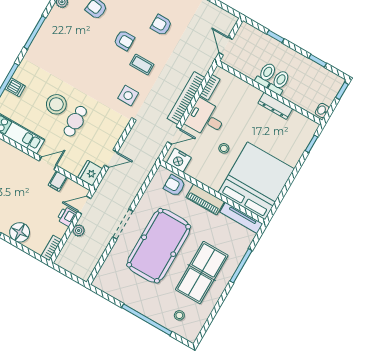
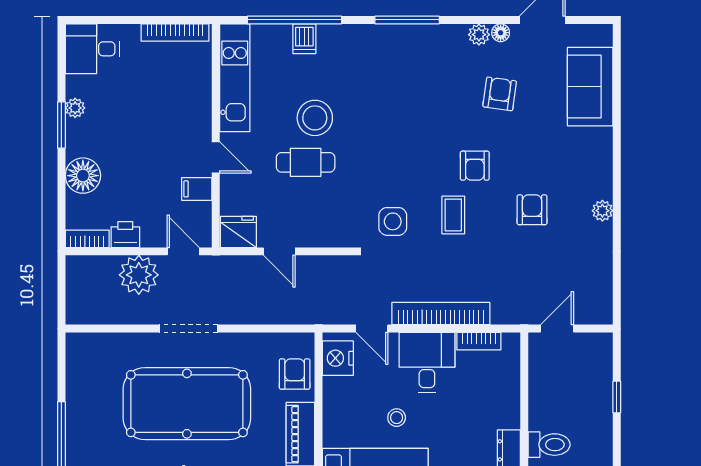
toilet: (266, 75) -> (549, 417), removed
printer: (67, 216) -> (125, 235), moved
plant: (79, 231) -> (139, 275), width x1.87, depth x1.87

